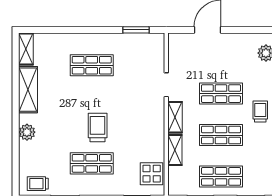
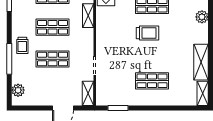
shelving: (175, 117) -> (88, 93), moved
trolley: (98, 127) -> (148, 33), turned -90
plant: (27, 132) -> (202, 17), moved

